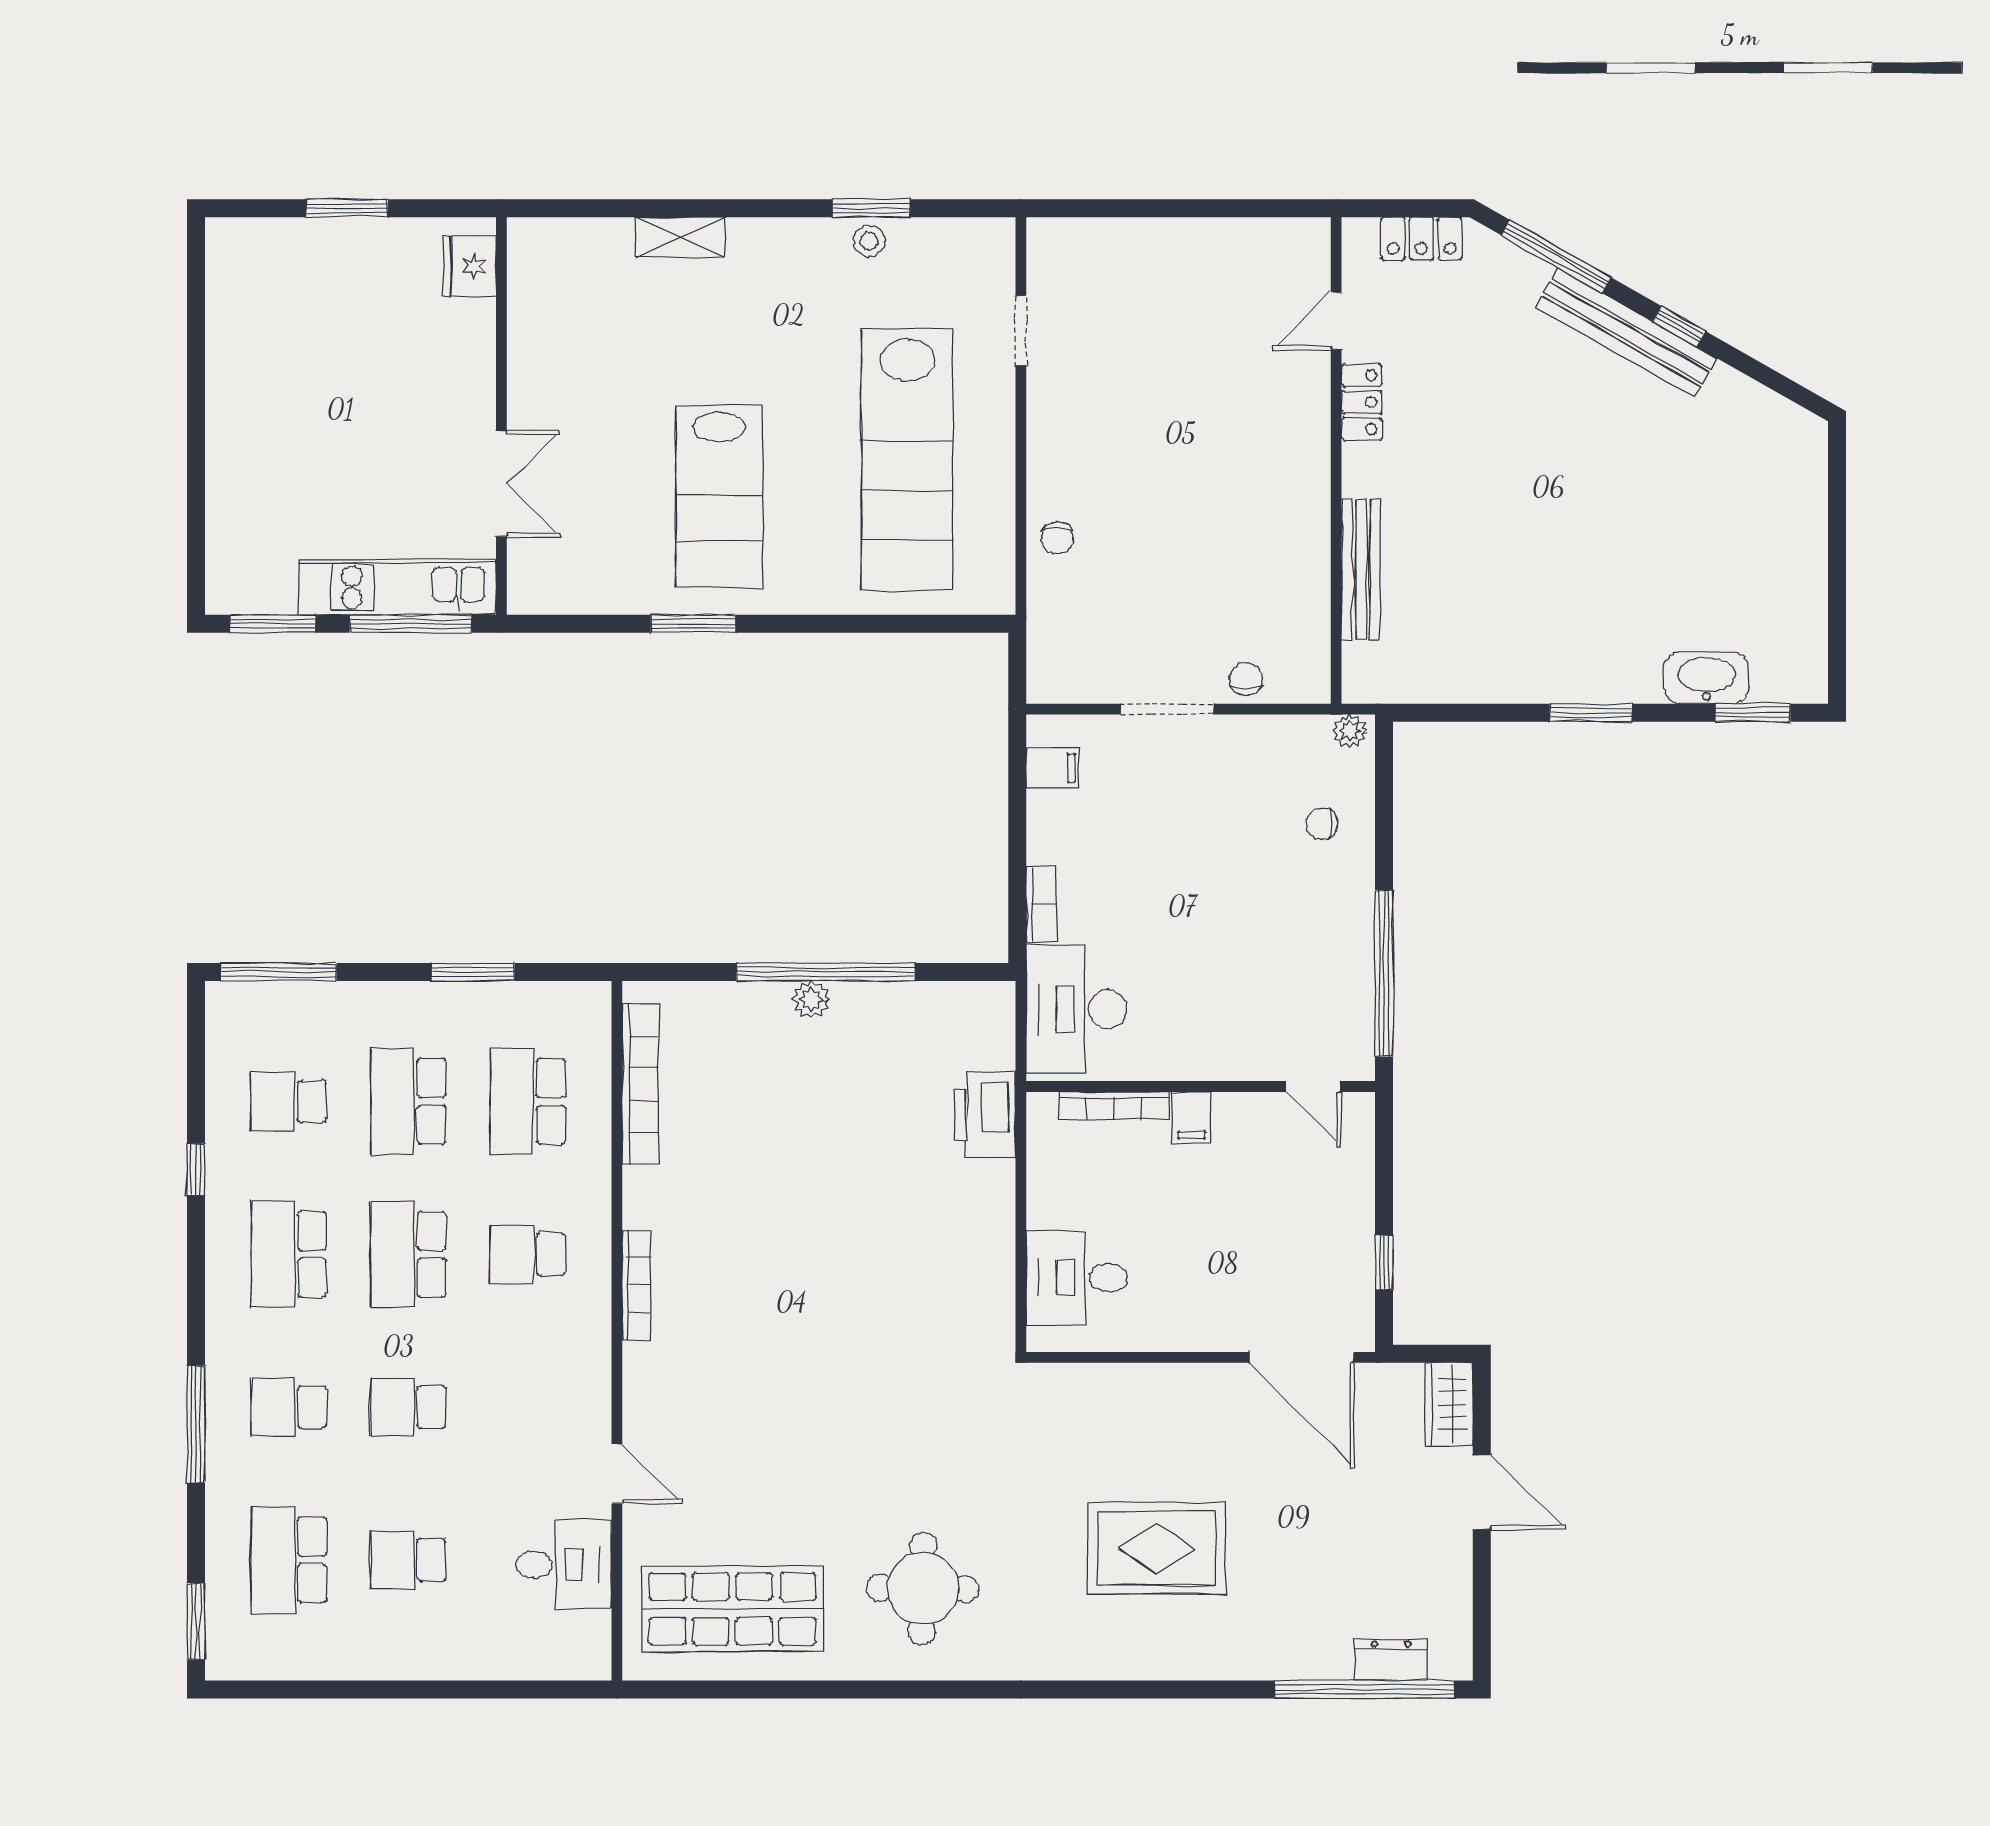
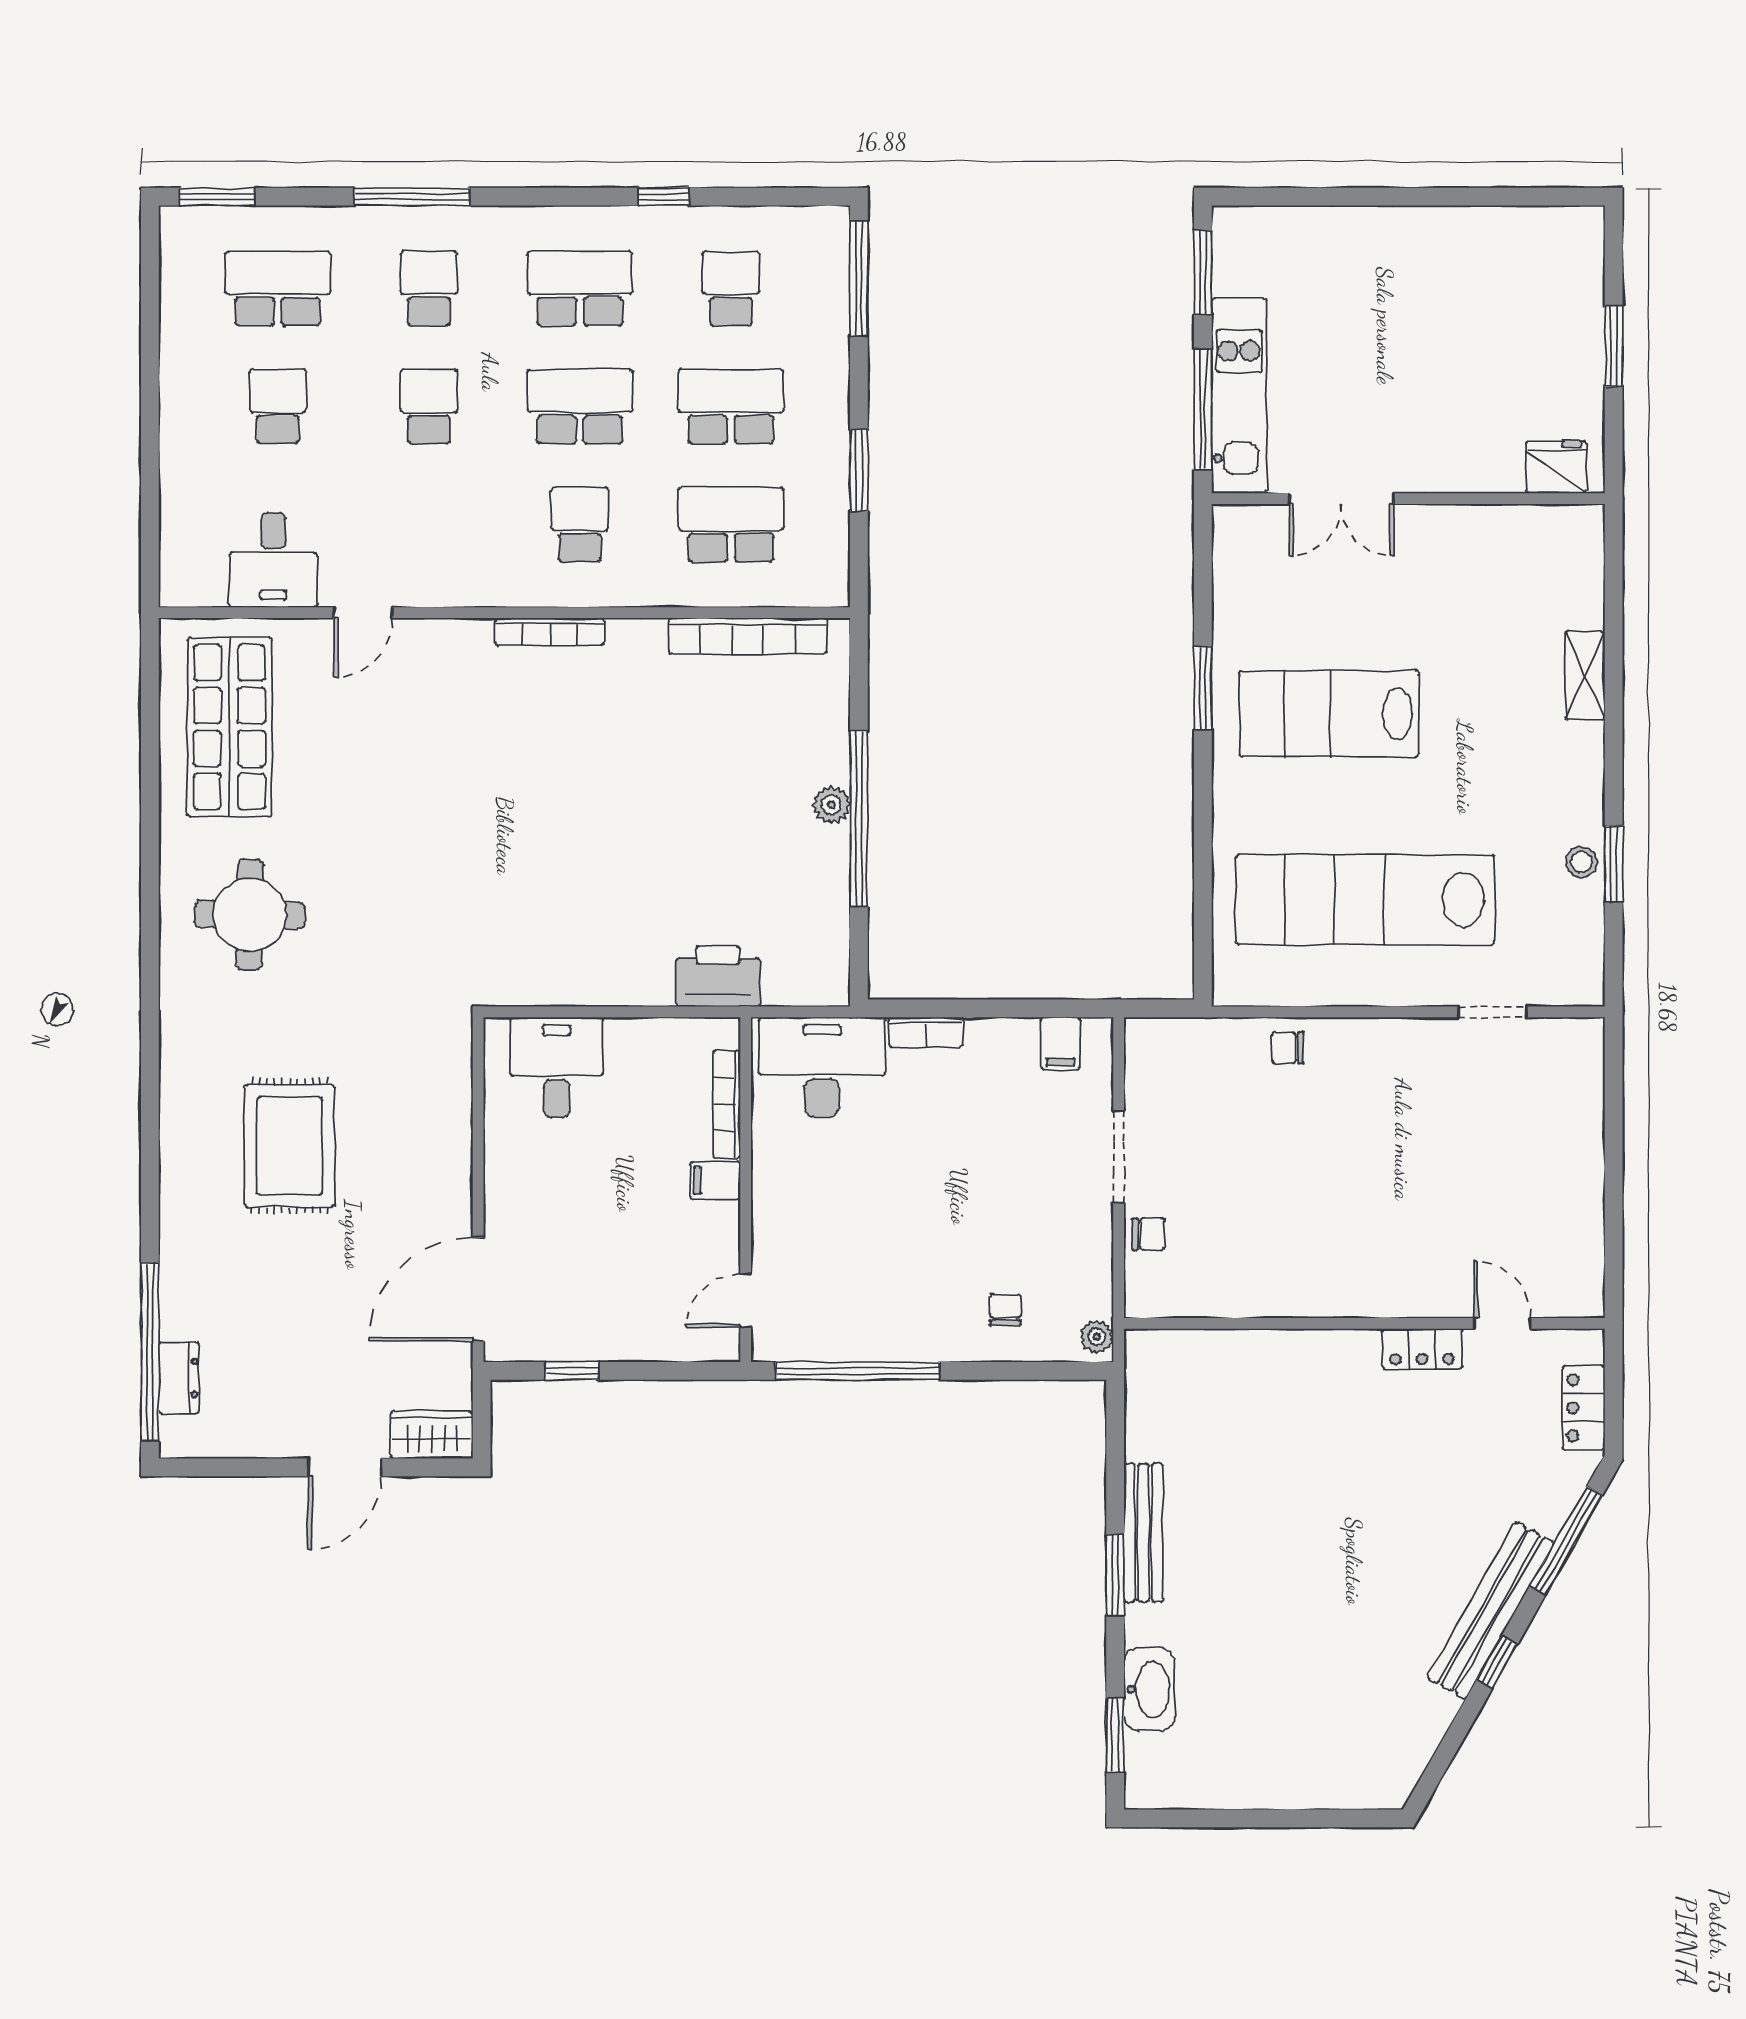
bench: (1361, 569) -> (1143, 1533), moved, turned 90

